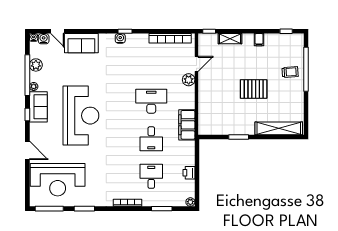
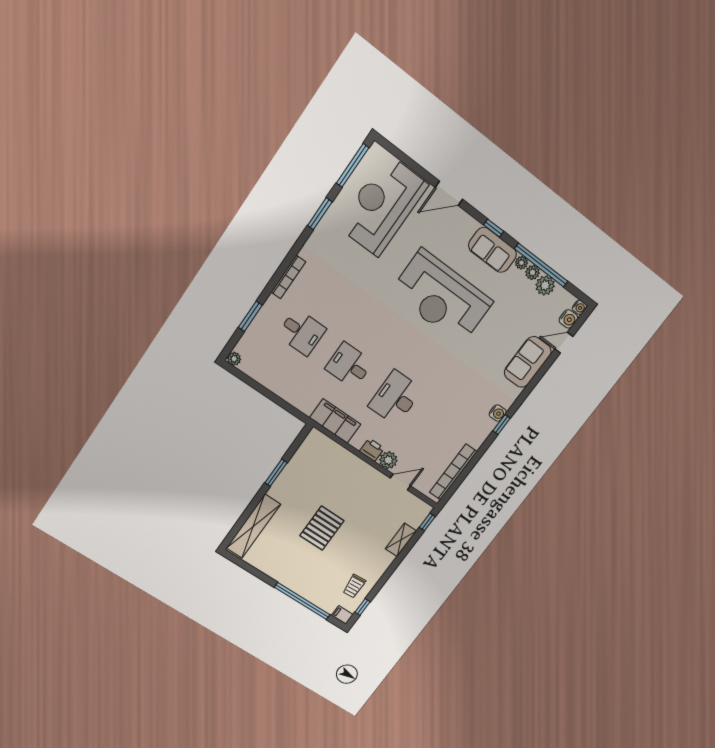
filing cabinet: (259, 40) -> (342, 615), moved
door: (196, 64) -> (400, 482), swing flipped
trolley: (290, 72) -> (354, 586), moved
plant: (34, 77) -> (533, 272), added
desk: (151, 101) -> (395, 398), turned 180
printer: (189, 173) -> (372, 450), moved

